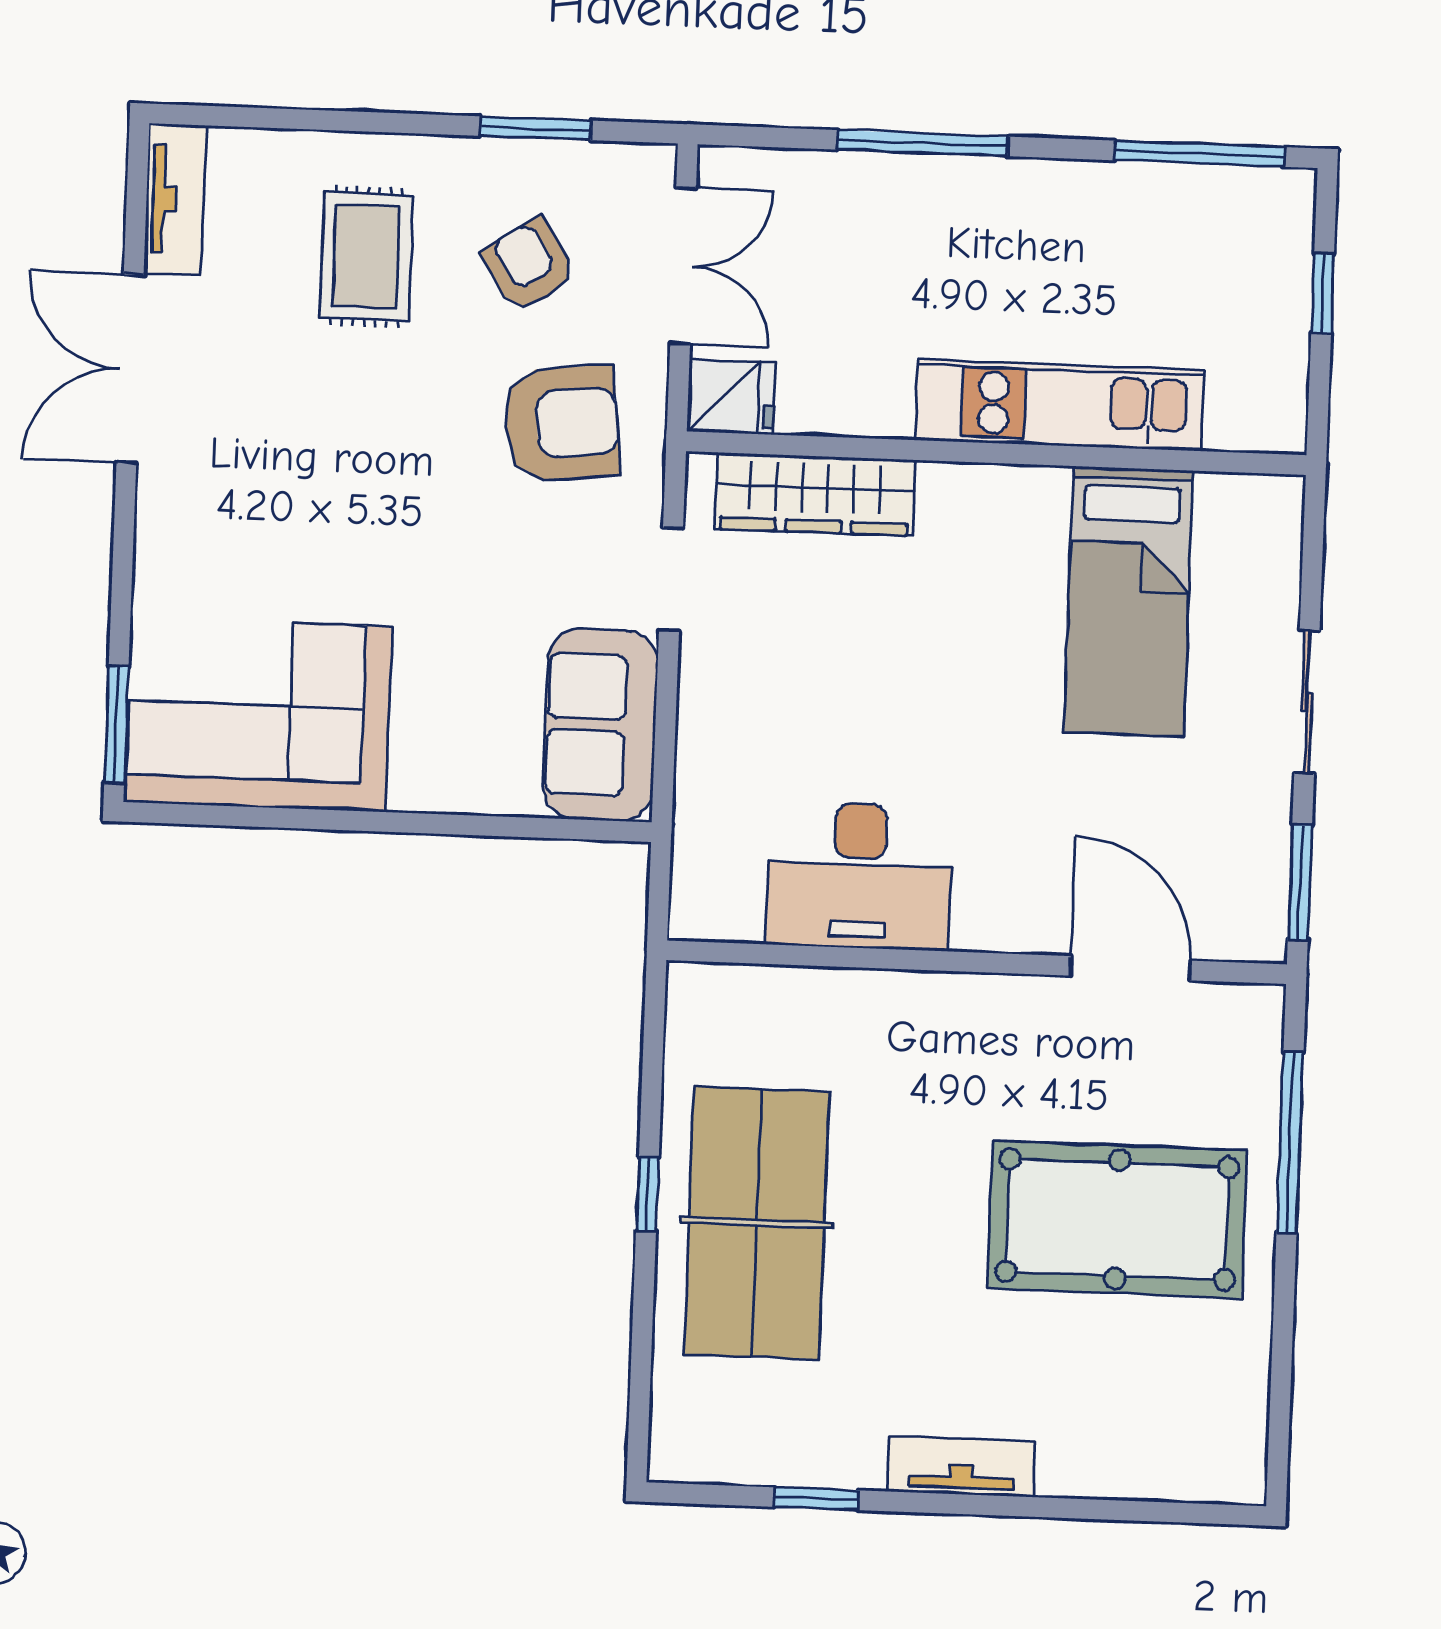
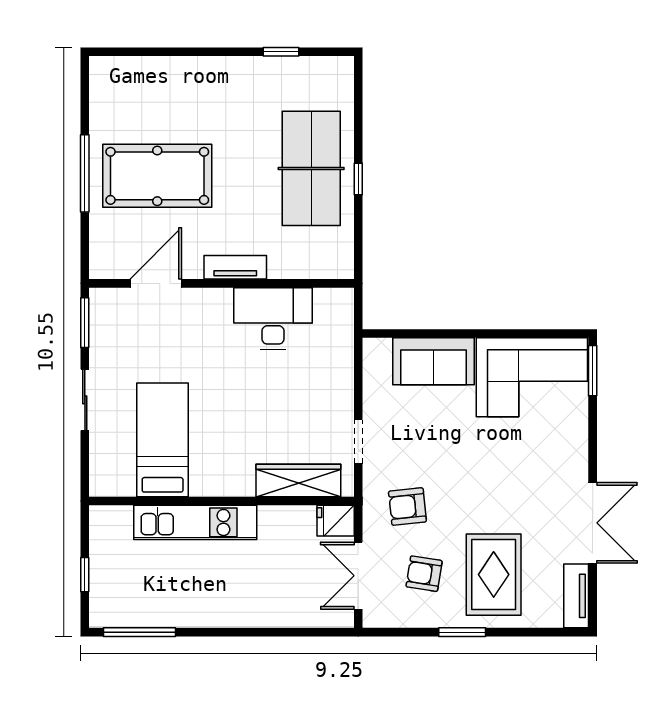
window: (536, 128) -> (462, 632), moved
window: (923, 143) -> (258, 632), removed
rug: (366, 257) -> (494, 575), width x1.36, depth x1.43
armchair: (529, 265) -> (424, 574), turned 132
armchair: (562, 424) -> (407, 507), width x0.72, depth x0.72
sofa: (600, 725) -> (433, 361), moved, turned 90
door: (1130, 968) -> (156, 283), swing flipped
window: (1290, 1142) -> (85, 173), moved
tv unit: (961, 1467) -> (235, 267), moved, turned 180

